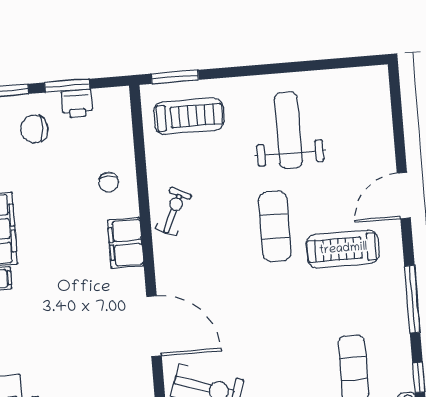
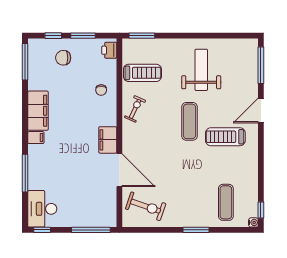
printer: (77, 104) -> (109, 50), moved, turned 90
treadmill: (189, 116) -> (142, 73), moved
filing cabinet: (126, 243) -> (108, 140), moved
window: (412, 299) -> (261, 65), moved

